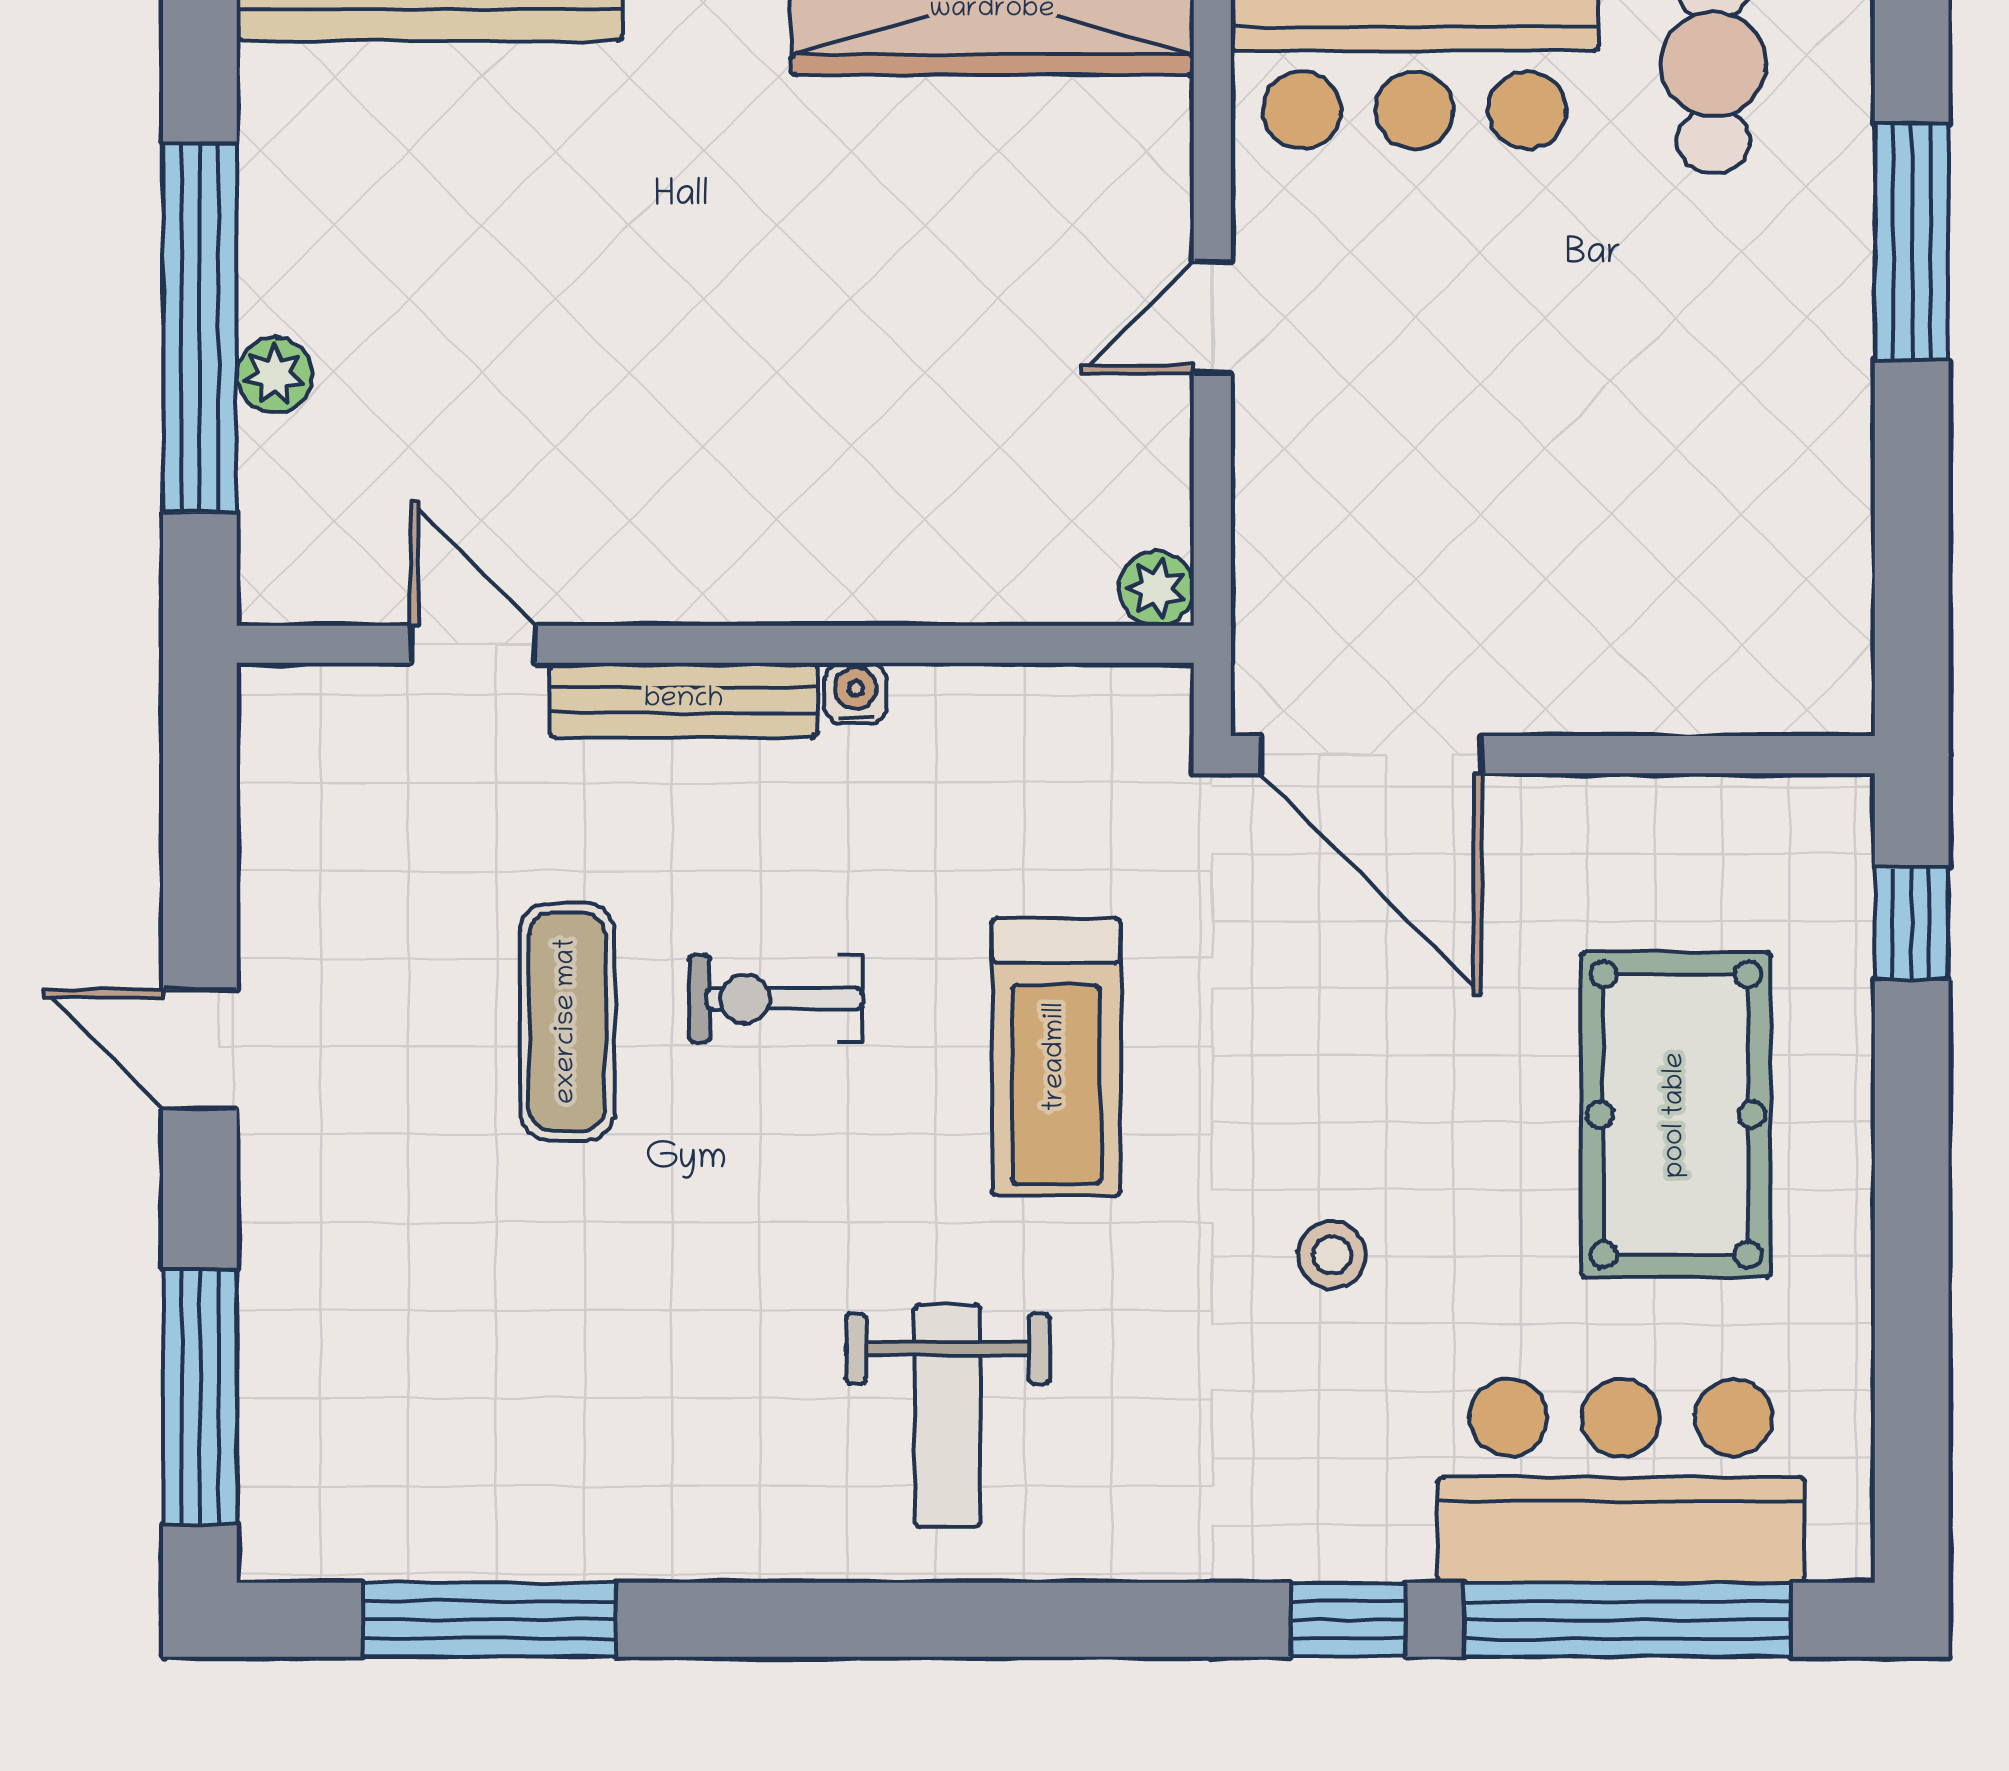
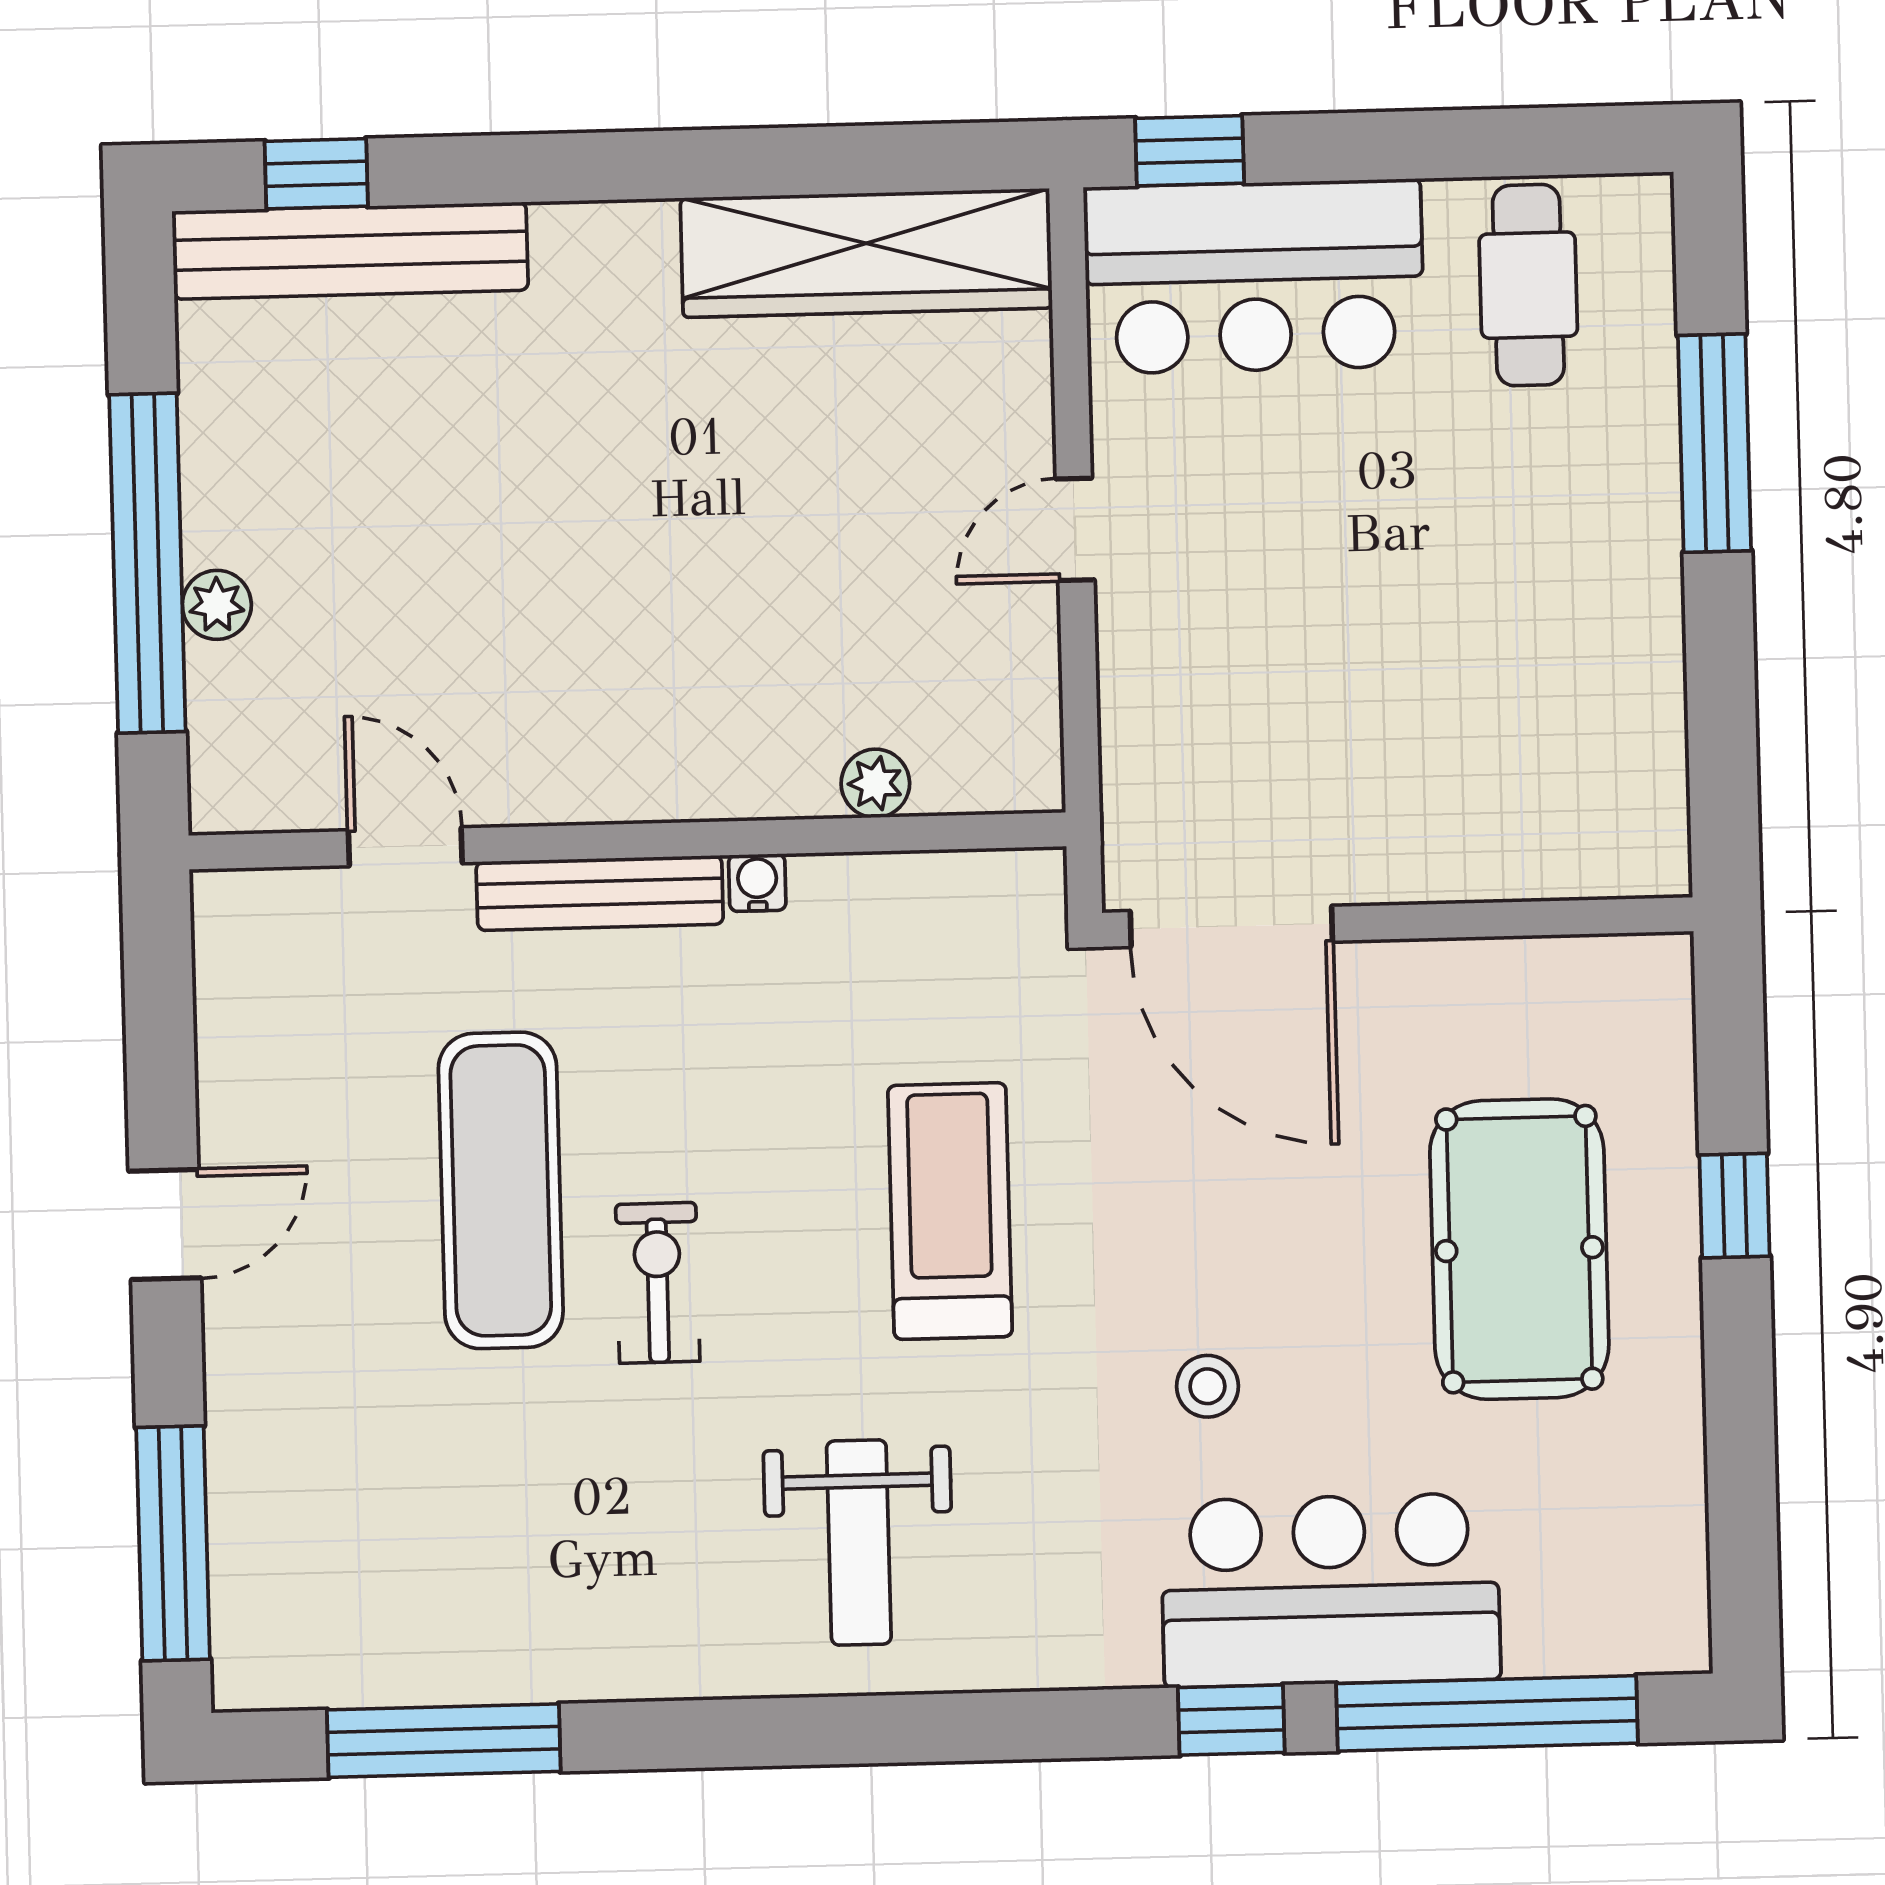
plant: (1157, 588) -> (875, 783), moved
window: (1912, 923) -> (1734, 1206), moved
exercise bike: (776, 999) -> (658, 1283), moved, turned 90
exercise mat: (567, 1021) -> (501, 1190), width x1.36, depth x1.45
door: (200, 1049) -> (165, 1225), swing flipped
treadmill: (1056, 1057) -> (950, 1211), turned 180
bar counter: (1621, 1481) -> (1330, 1590), moved

